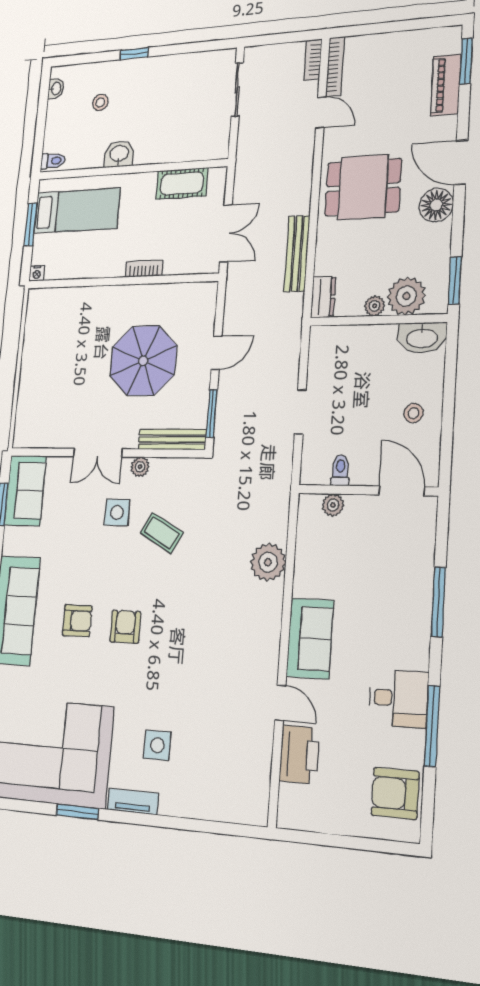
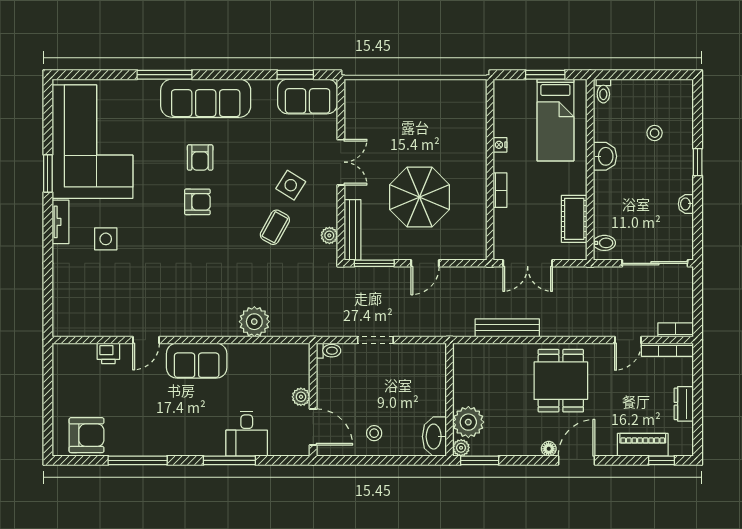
window: (466, 61) -> (662, 460), width x0.67
washbasin: (56, 89) -> (686, 204), moved, turned 90
sliding door: (237, 90) -> (655, 263), width x1.37
bidet: (211, 148) -> (604, 243), added
floor lamp: (436, 205) -> (549, 449), width x0.53, depth x0.53
nightstand: (37, 273) -> (500, 145), moved
dresser: (323, 297) -> (684, 404), moved, turned 90
plant: (375, 306) -> (461, 448), moved
door: (216, 353) -> (425, 263), hinge flipped
double door: (98, 453) -> (341, 162), swing flipped
plant: (140, 467) -> (329, 235), moved
toilet: (340, 470) -> (329, 351), moved
door: (402, 491) -> (313, 427), hinge flipped
plant: (333, 505) -> (301, 397), moved
side table: (117, 512) -> (291, 185), turned 32
desk: (399, 698) -> (247, 434), moved
printer: (299, 755) -> (108, 353), width x0.53, depth x0.68
armchair: (395, 793) -> (87, 435), turned 90

